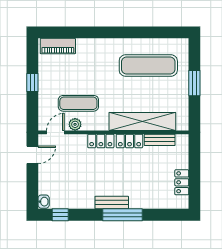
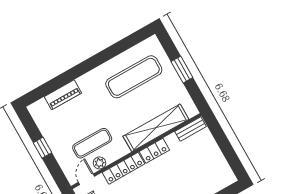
piano: (58, 46) -> (63, 95), moved
bench: (160, 140) -> (191, 129), moved
locker: (101, 141) -> (124, 168), width x1.53
locker: (182, 182) -> (219, 161), removed

